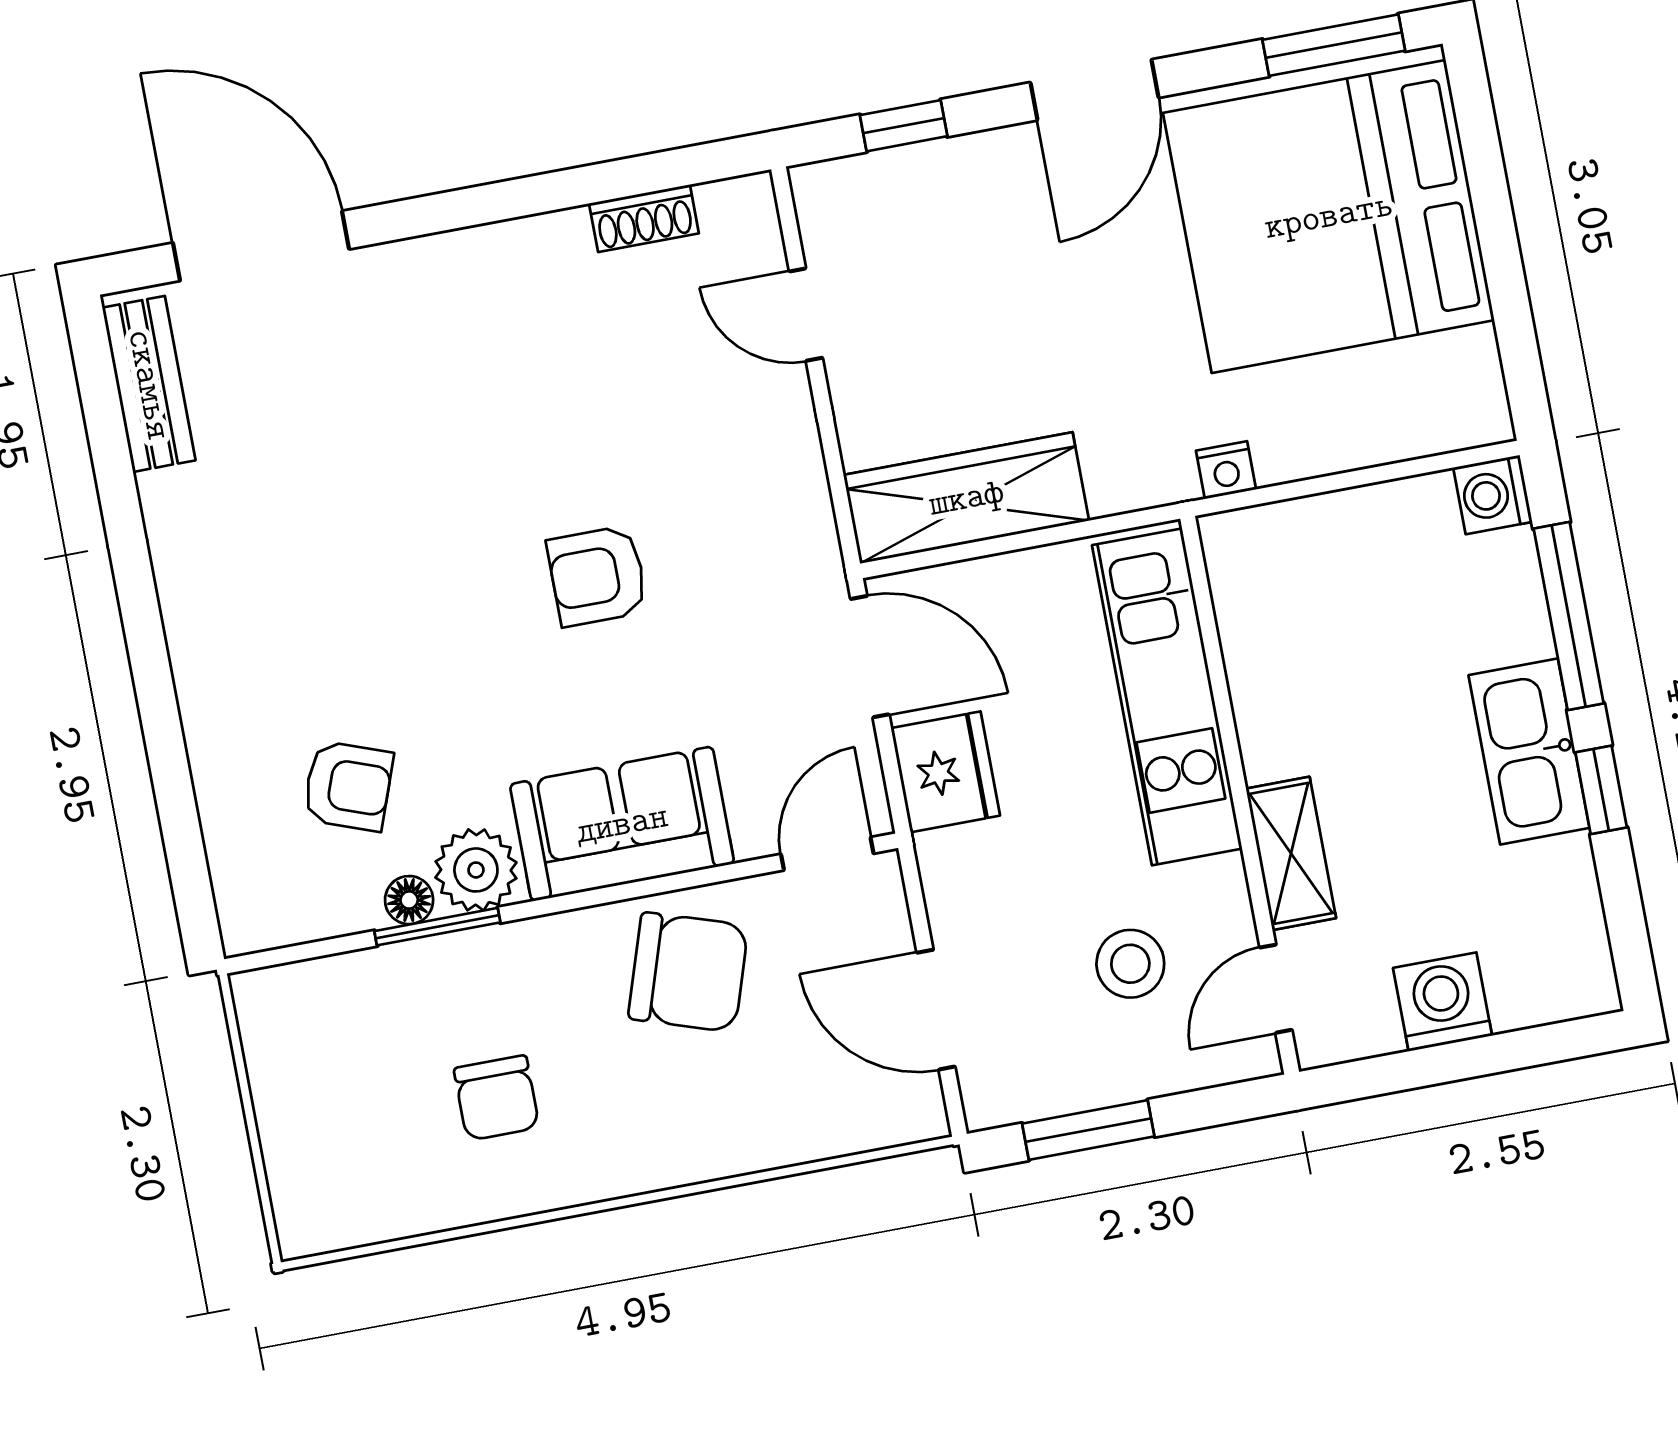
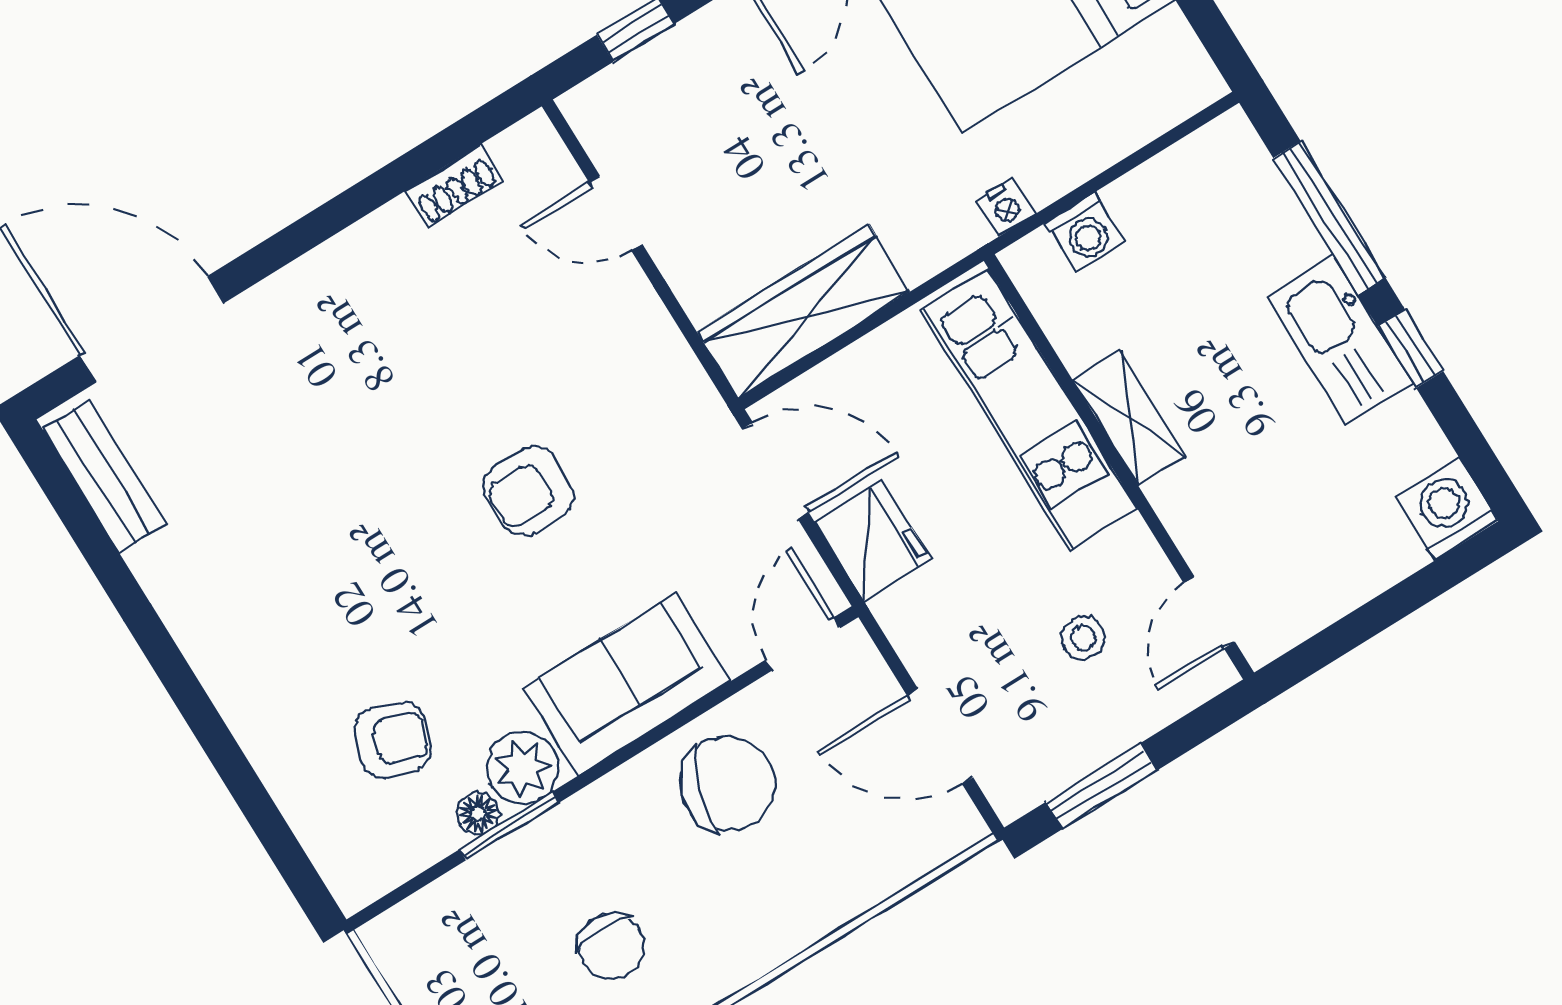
washing machine: (1493, 495) -> (1085, 233), moved, turned -90
shelving: (1291, 853) -> (1129, 418), moved
stool: (1130, 964) -> (1083, 638), width x0.73, depth x0.73
washing machine: (1443, 1002) -> (1448, 509), moved

